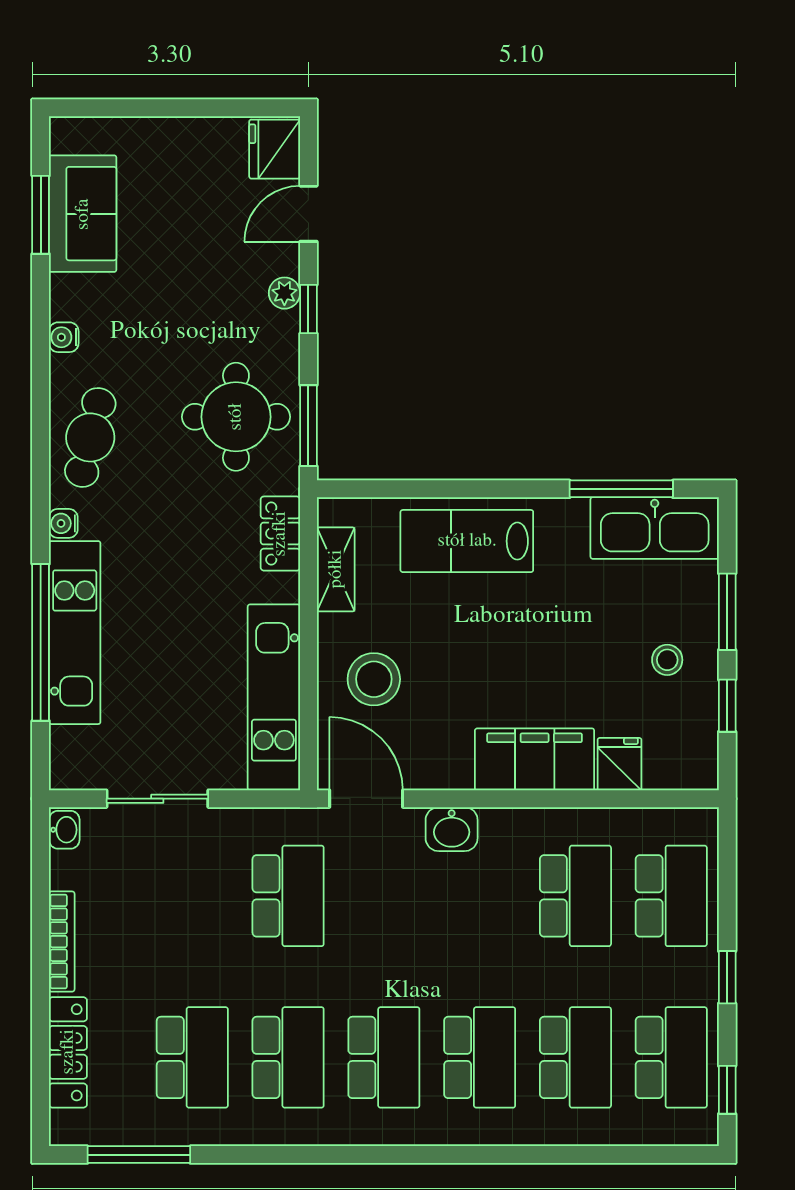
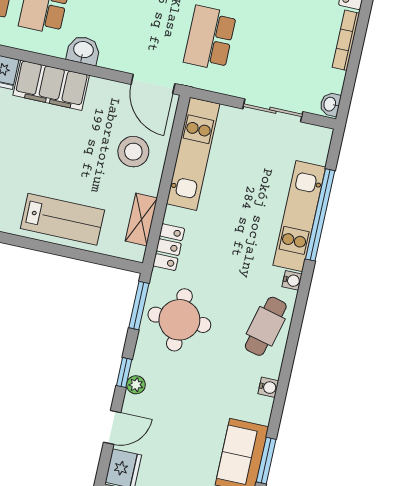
washbasin: (452, 829) -> (83, 50), moved

